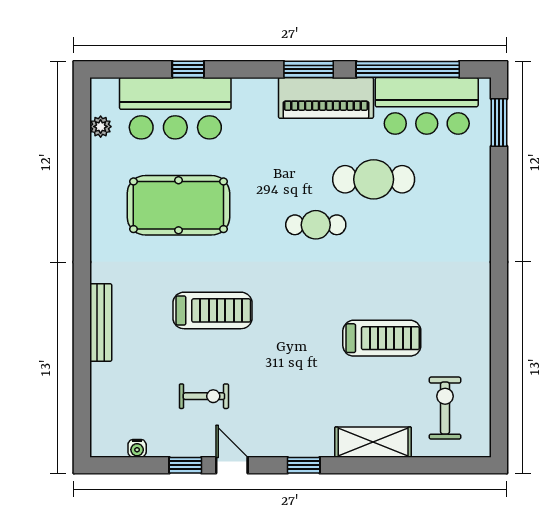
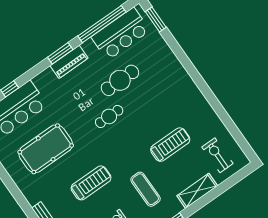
piano: (326, 98) -> (69, 62), width x0.73, depth x0.75
exercise mat: (292, 382) -> (146, 189), added

